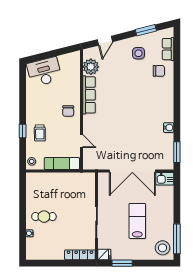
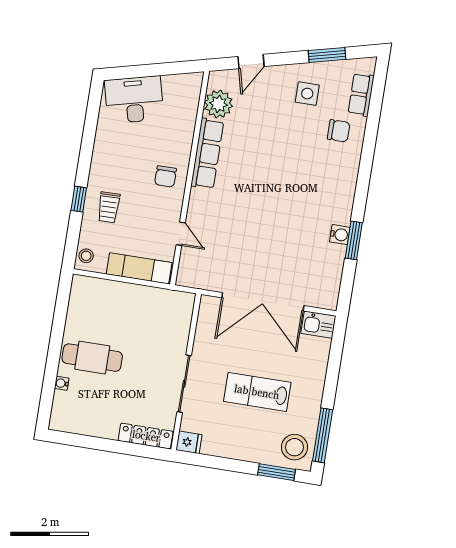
window: (177, 152) -> (354, 240), moved
cafe table: (44, 217) -> (92, 358), width x1.37, depth x1.35
lab bench: (137, 221) -> (257, 392), turned -90
window: (122, 263) -> (276, 472), moved

